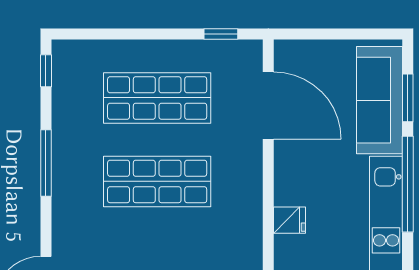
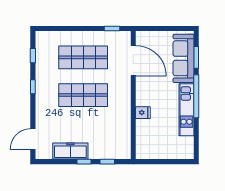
window: (46, 71) -> (33, 56), moved
window: (46, 163) -> (33, 87), width x0.46

